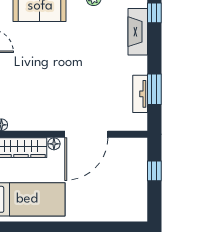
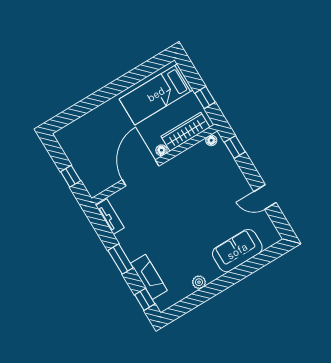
window: (154, 89) -> (120, 259), moved
tv unit: (140, 94) -> (110, 217), moved

